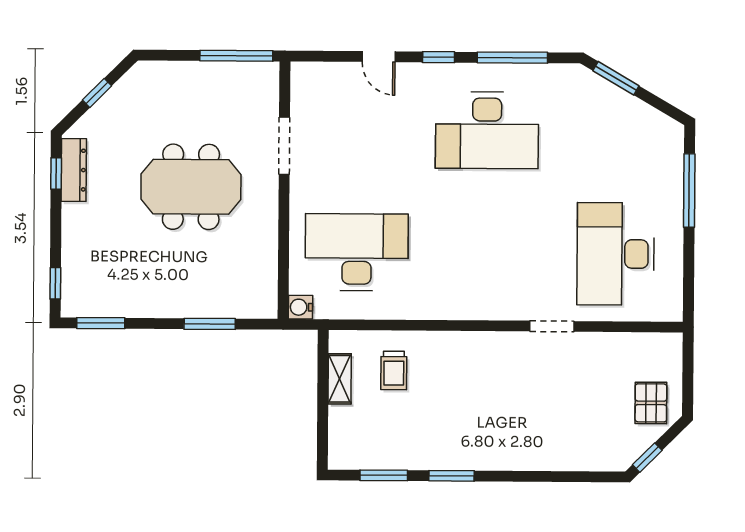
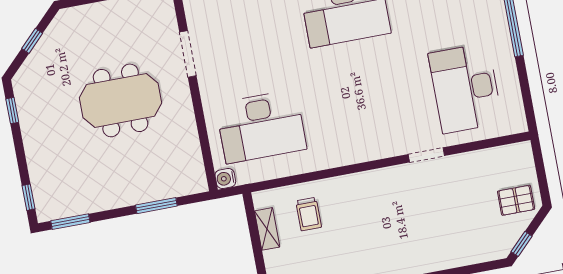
dresser: (74, 170) -> (26, 105), removed
desk: (357, 252) -> (261, 126), turned 180
pallet: (651, 403) -> (516, 200), turned 90

